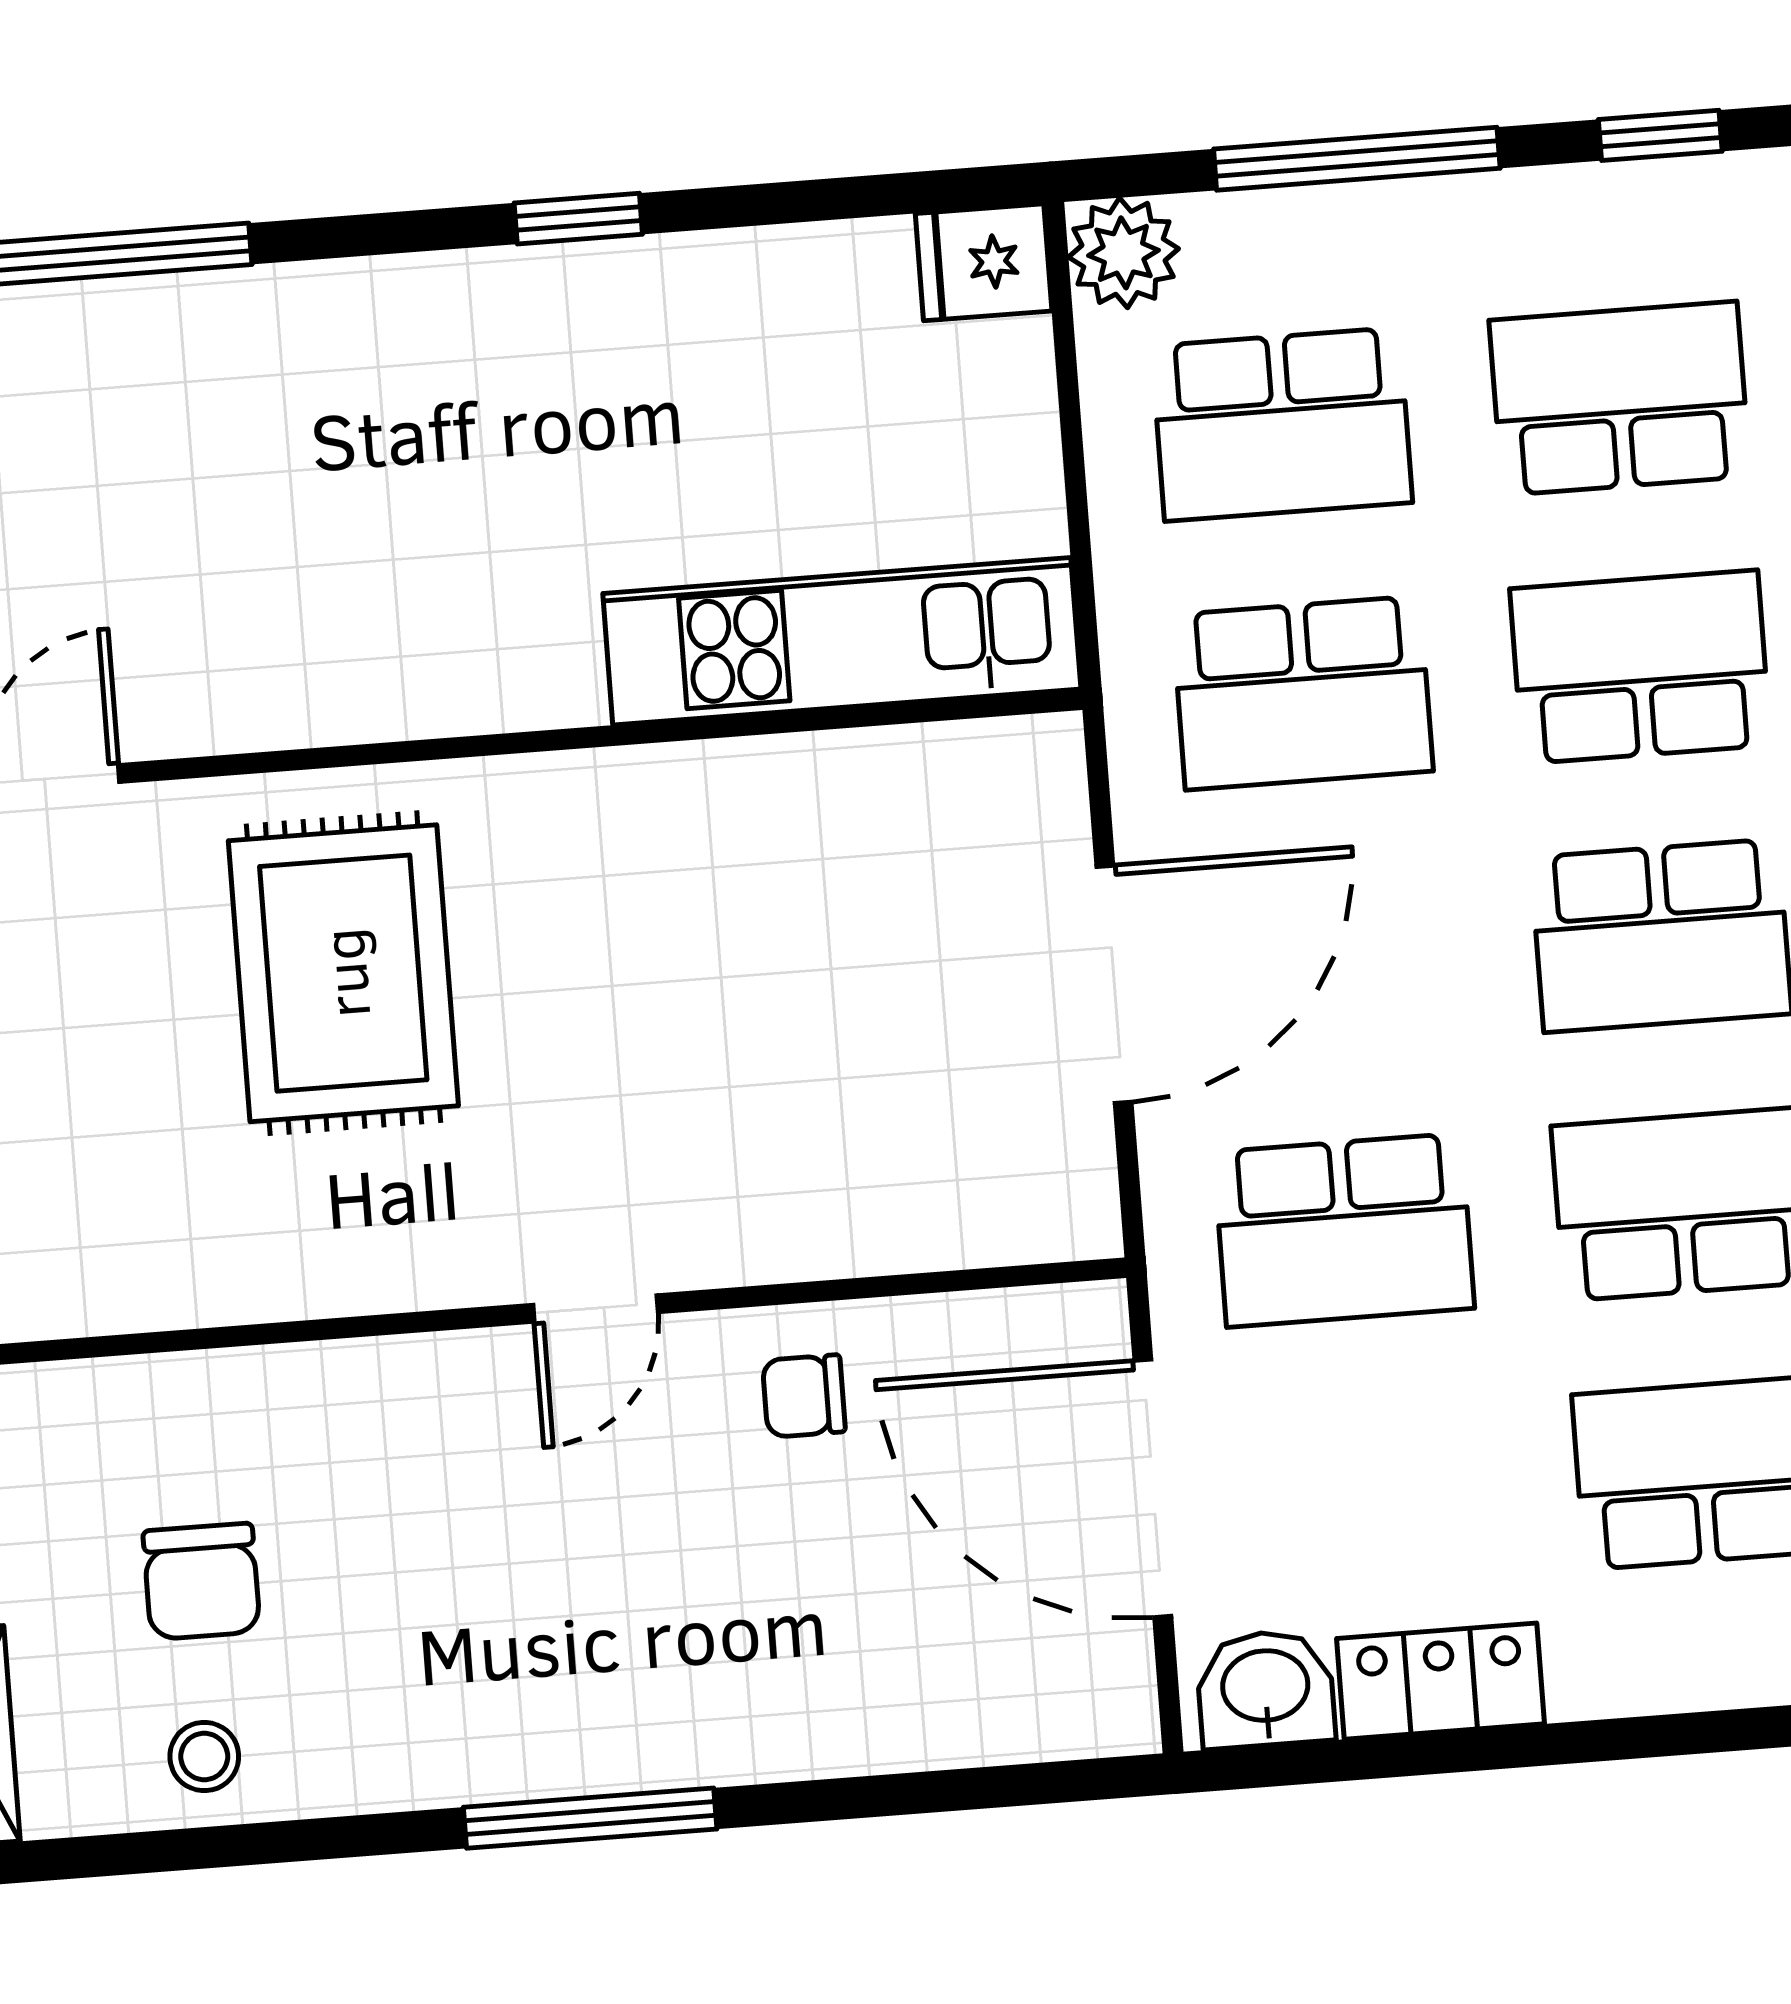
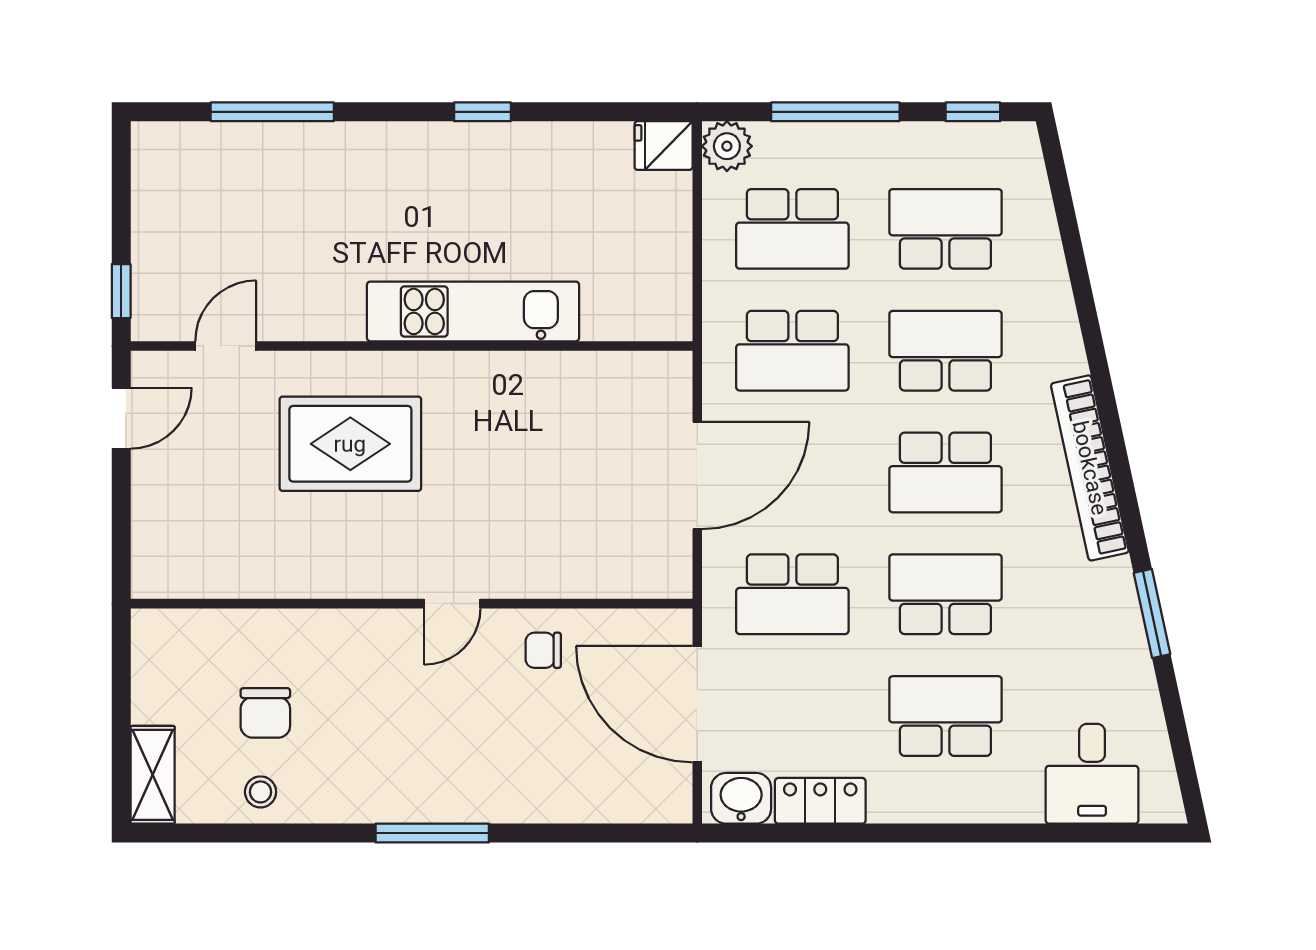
kitchen unit: (842, 641) -> (473, 311), moved
rug: (343, 973) -> (350, 444), turned 90

